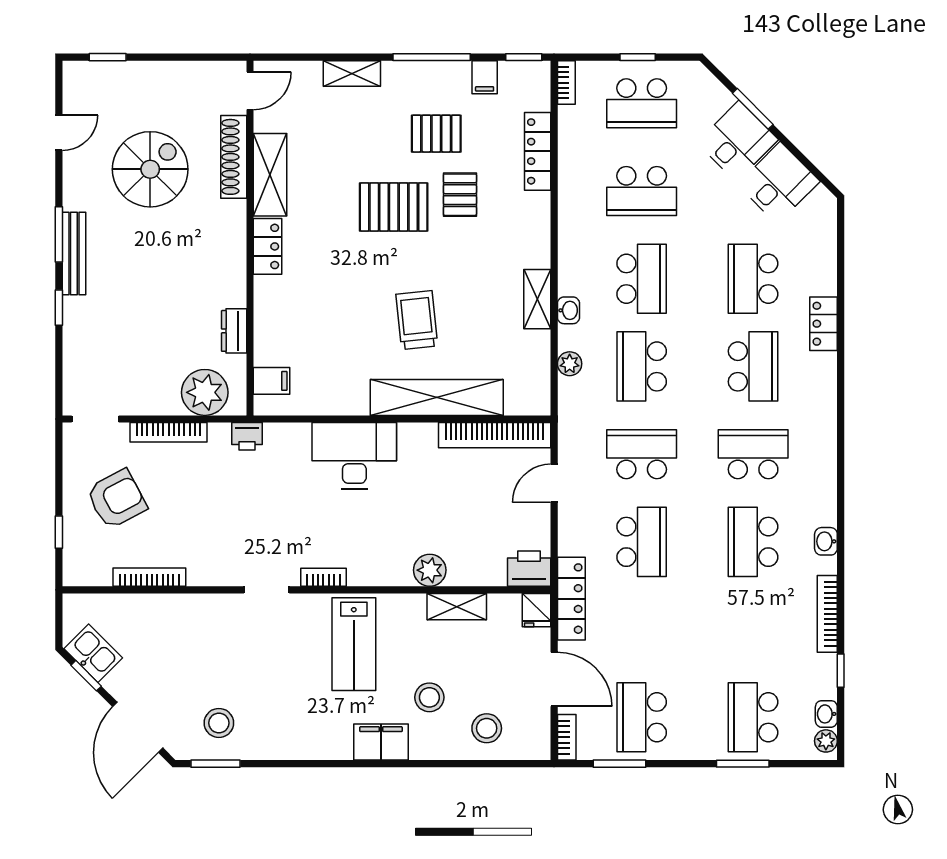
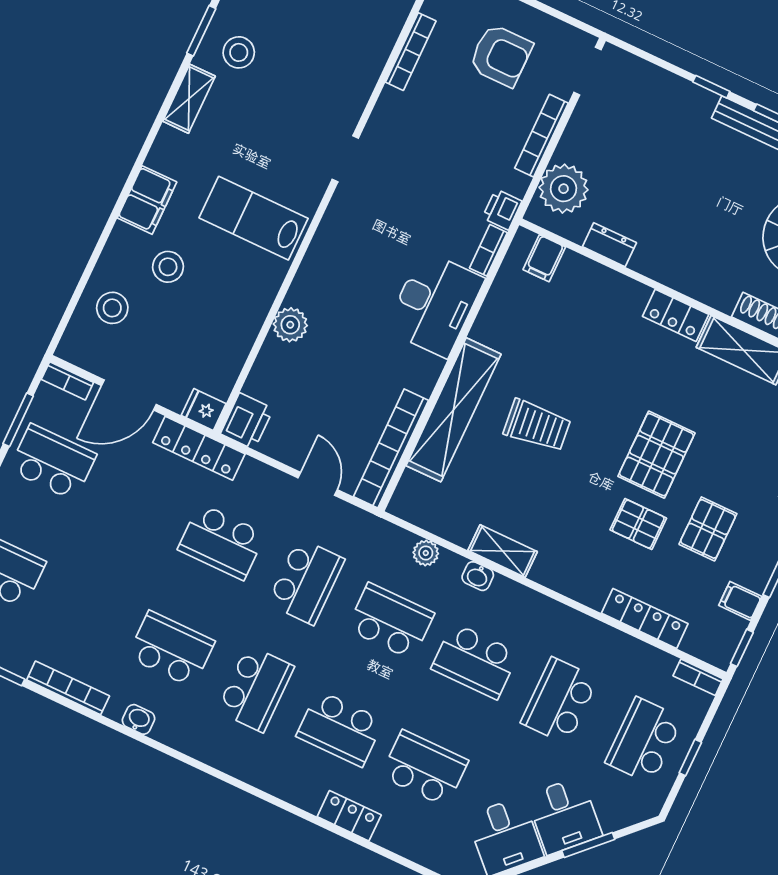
armchair: (117, 499) -> (501, 55), turned -62
bookcase: (323, 577) -> (488, 250), moved, turned 180
shelving: (457, 607) -> (189, 99), moved

